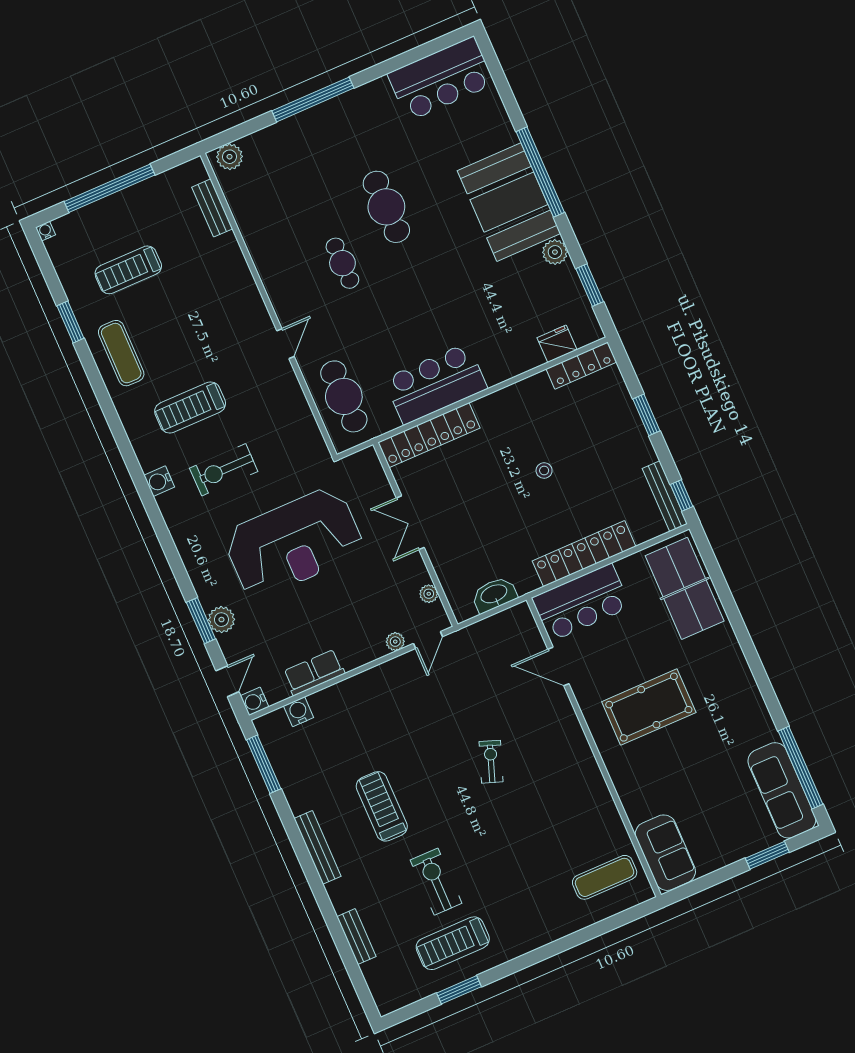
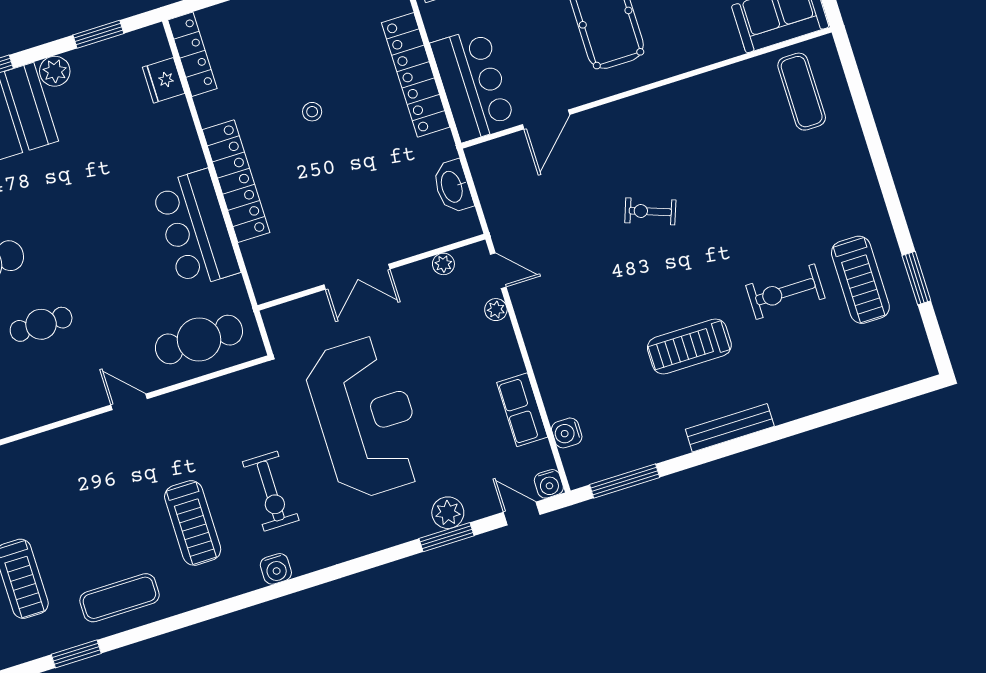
locker: (429, 435) -> (236, 181), moved
bench: (356, 937) -> (840, 393), removed

